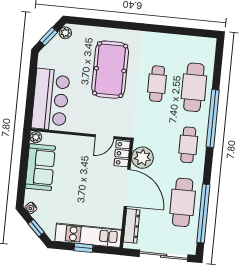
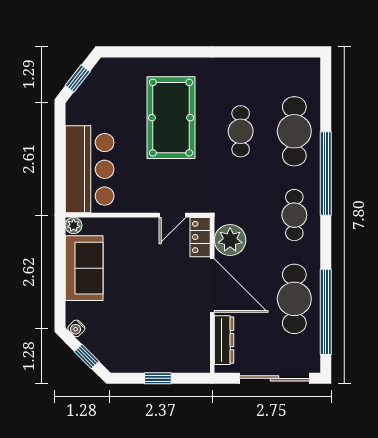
plant: (65, 33) -> (101, 71), removed
kitchen unit: (88, 235) -> (163, 360), removed

